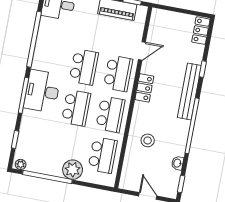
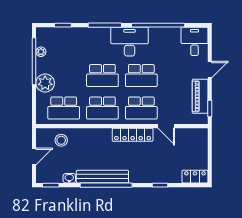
locker: (144, 88) -> (133, 135), width x1.53
desk: (42, 91) -> (130, 42), moved
bench: (189, 91) -> (102, 177), moved
stool: (148, 140) -> (61, 140), moved
plant: (21, 164) -> (41, 52), moved

